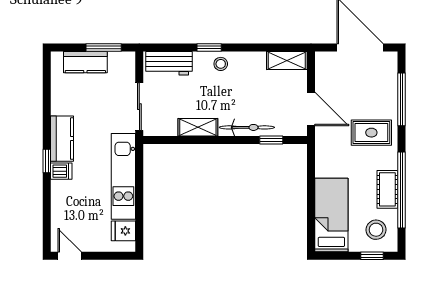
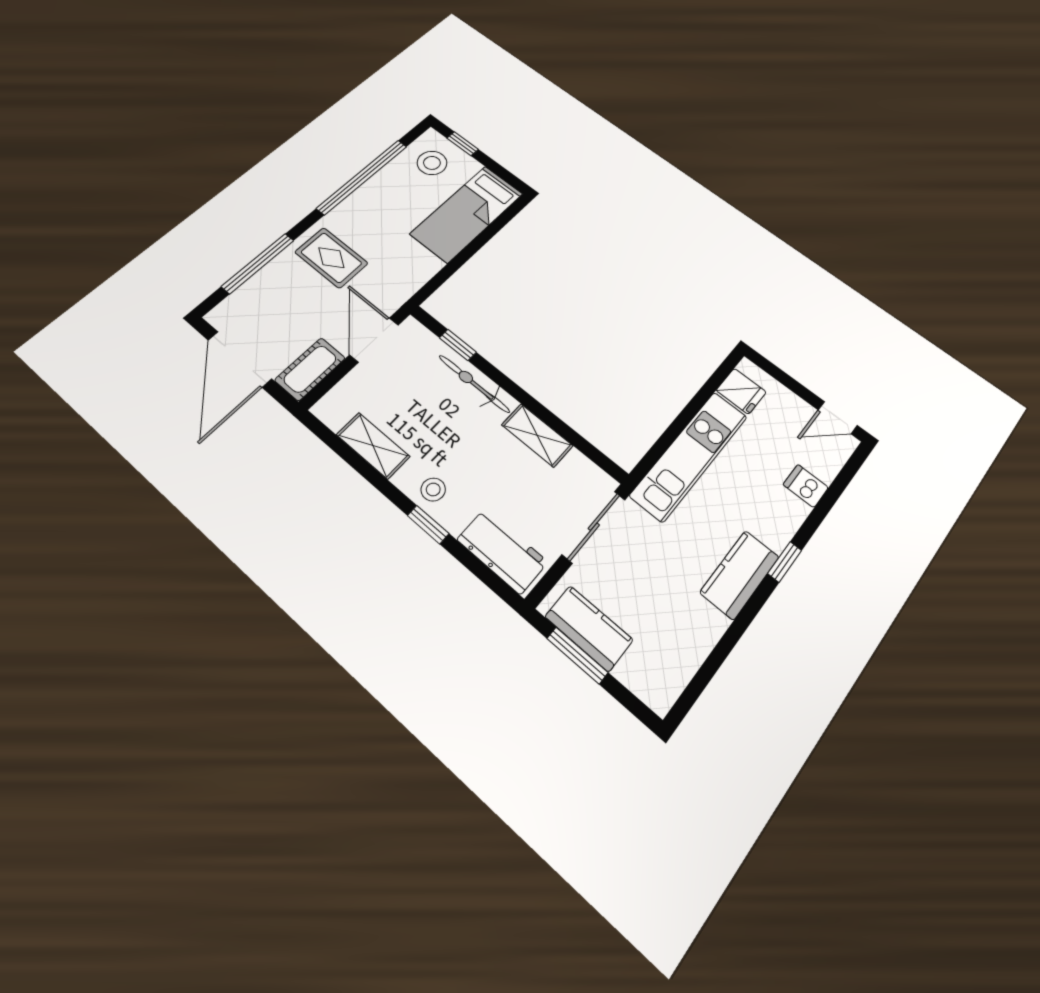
shelving: (287, 60) -> (373, 446), moved
kitchen counter: (85, 62) -> (589, 628), moved
dishwasher: (61, 171) -> (806, 486), moved
cot: (387, 189) -> (310, 369), moved
door: (70, 256) -> (838, 418), hinge flipped

